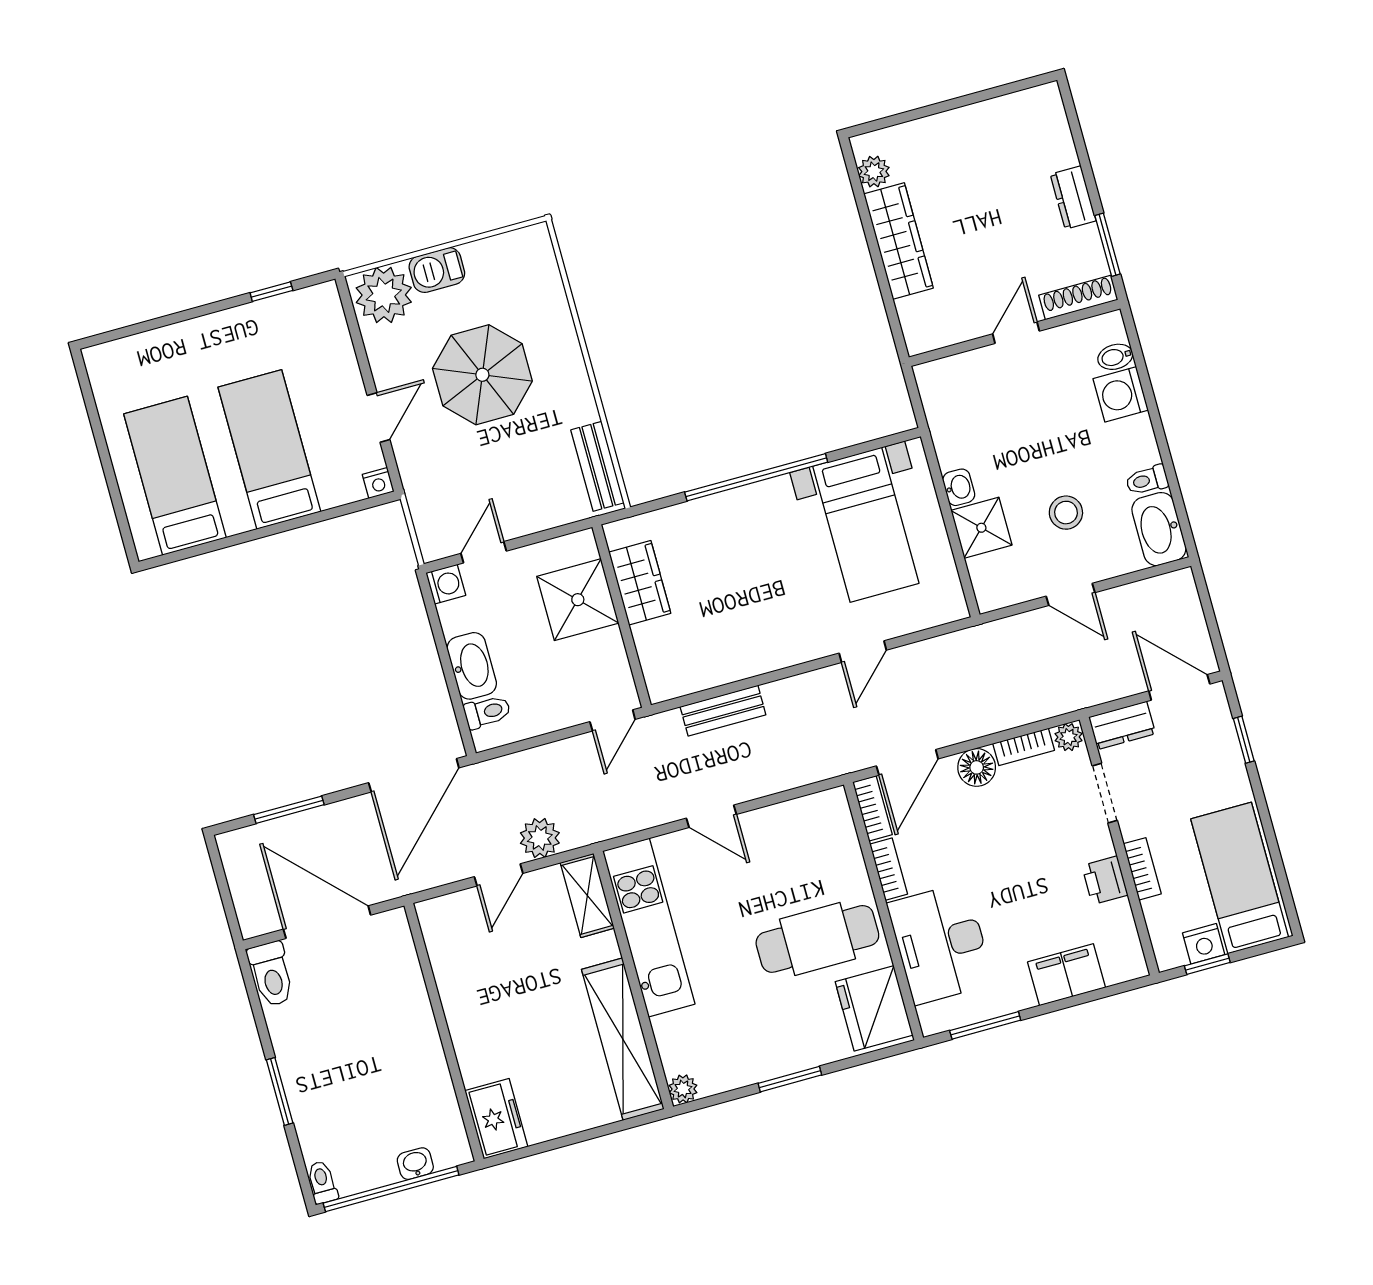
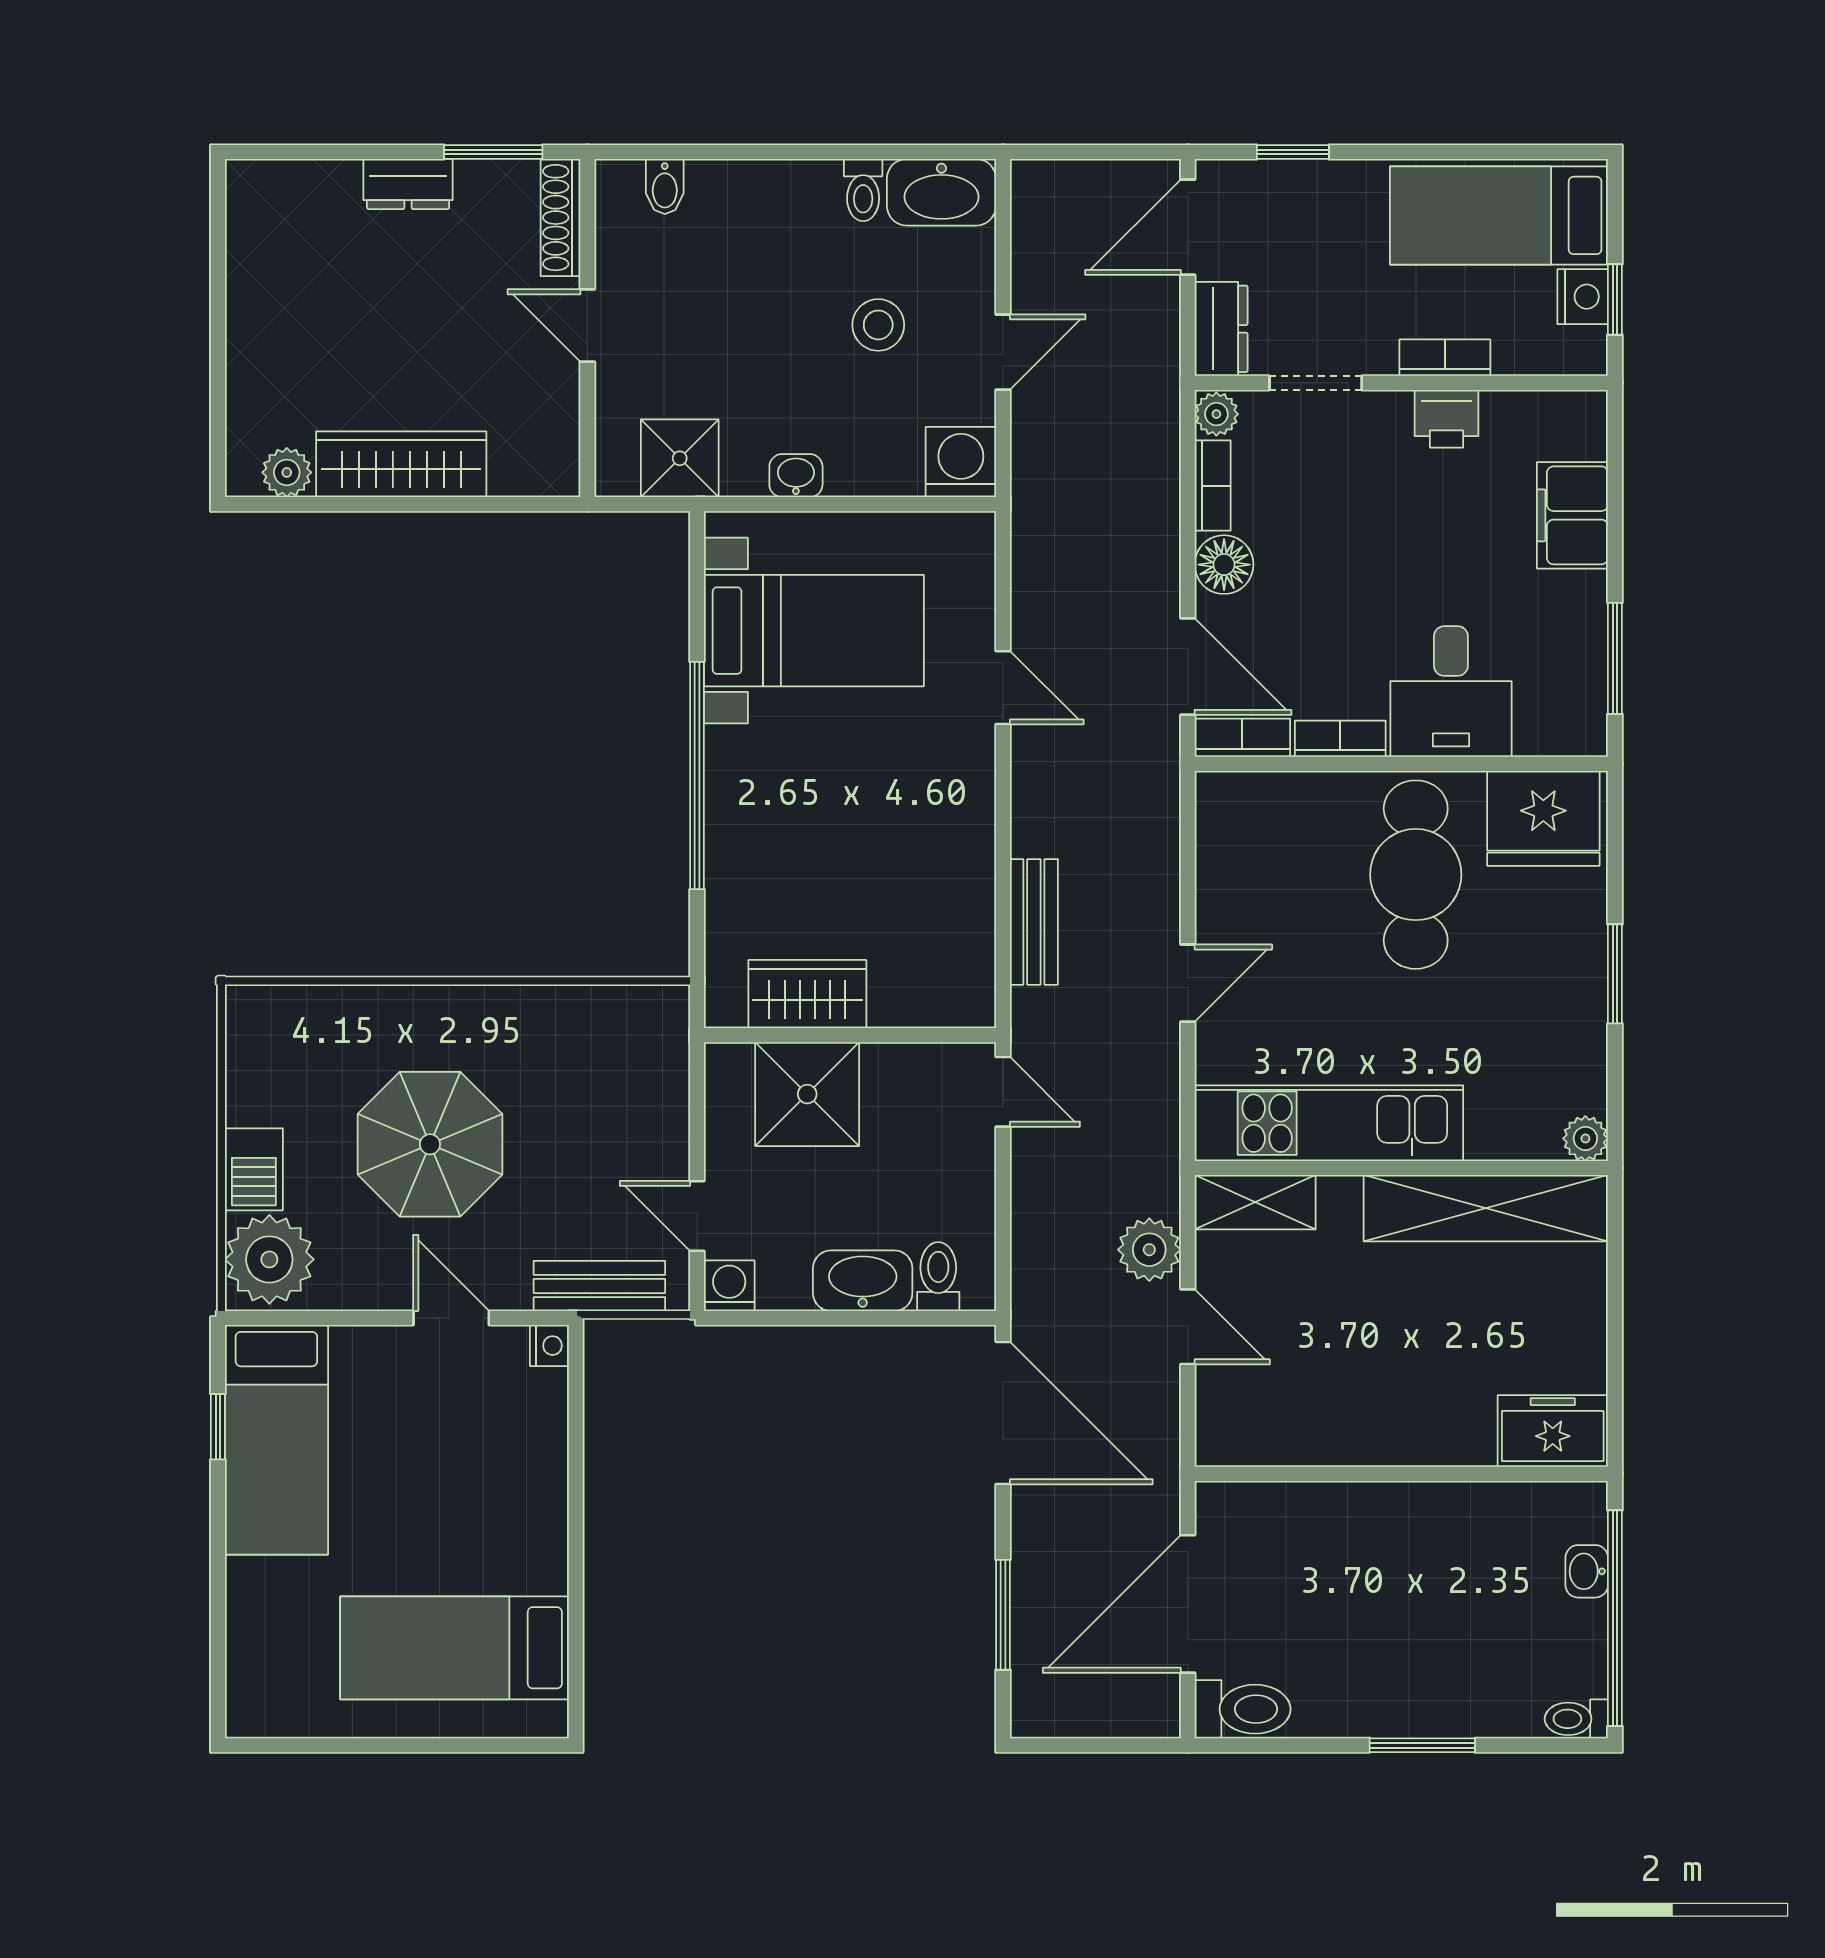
washing machine: (1121, 394) -> (961, 462), moved, turned 180
bed: (269, 449) -> (276, 1440), moved, turned -90
bench: (597, 466) -> (599, 1286), moved
shower: (981, 528) -> (680, 458), moved
desk: (941, 944) -> (1451, 692), width x0.73

